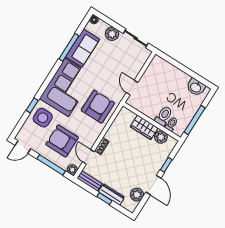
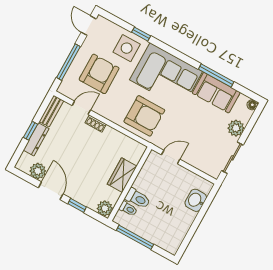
washbasin: (196, 87) -> (196, 200), moved
plant: (161, 137) -> (105, 208), moved
plant: (72, 170) -> (64, 89), removed
door: (153, 185) -> (51, 191), swing flipped

